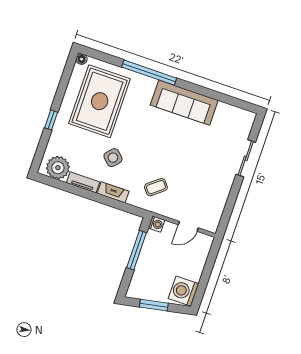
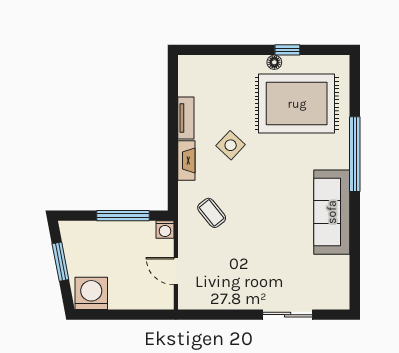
floor lamp: (82, 59) -> (274, 62), moved
window: (51, 120) -> (287, 50), moved
plant: (58, 168) -> (194, 79), removed

